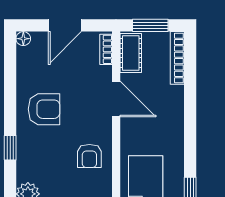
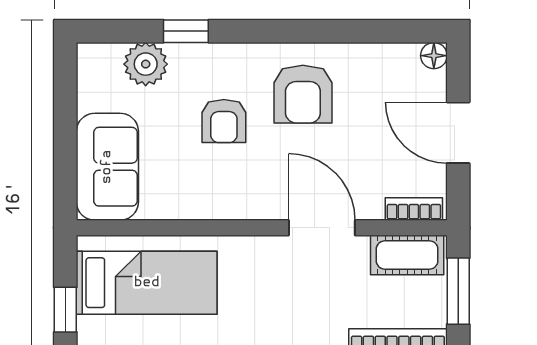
door: (116, 99) -> (322, 228), swing flipped
window: (10, 148) -> (186, 31), moved
armchair: (89, 156) -> (224, 121), moved, turned -90

